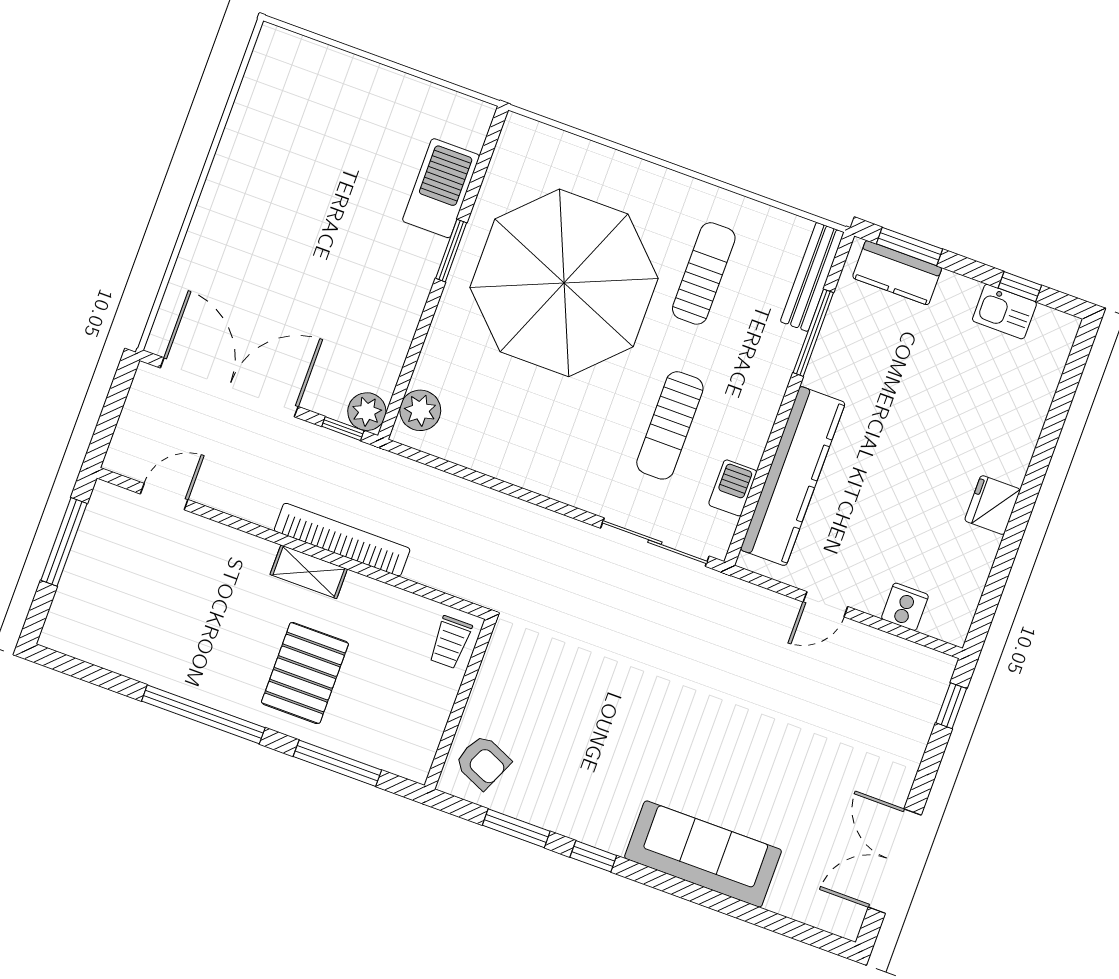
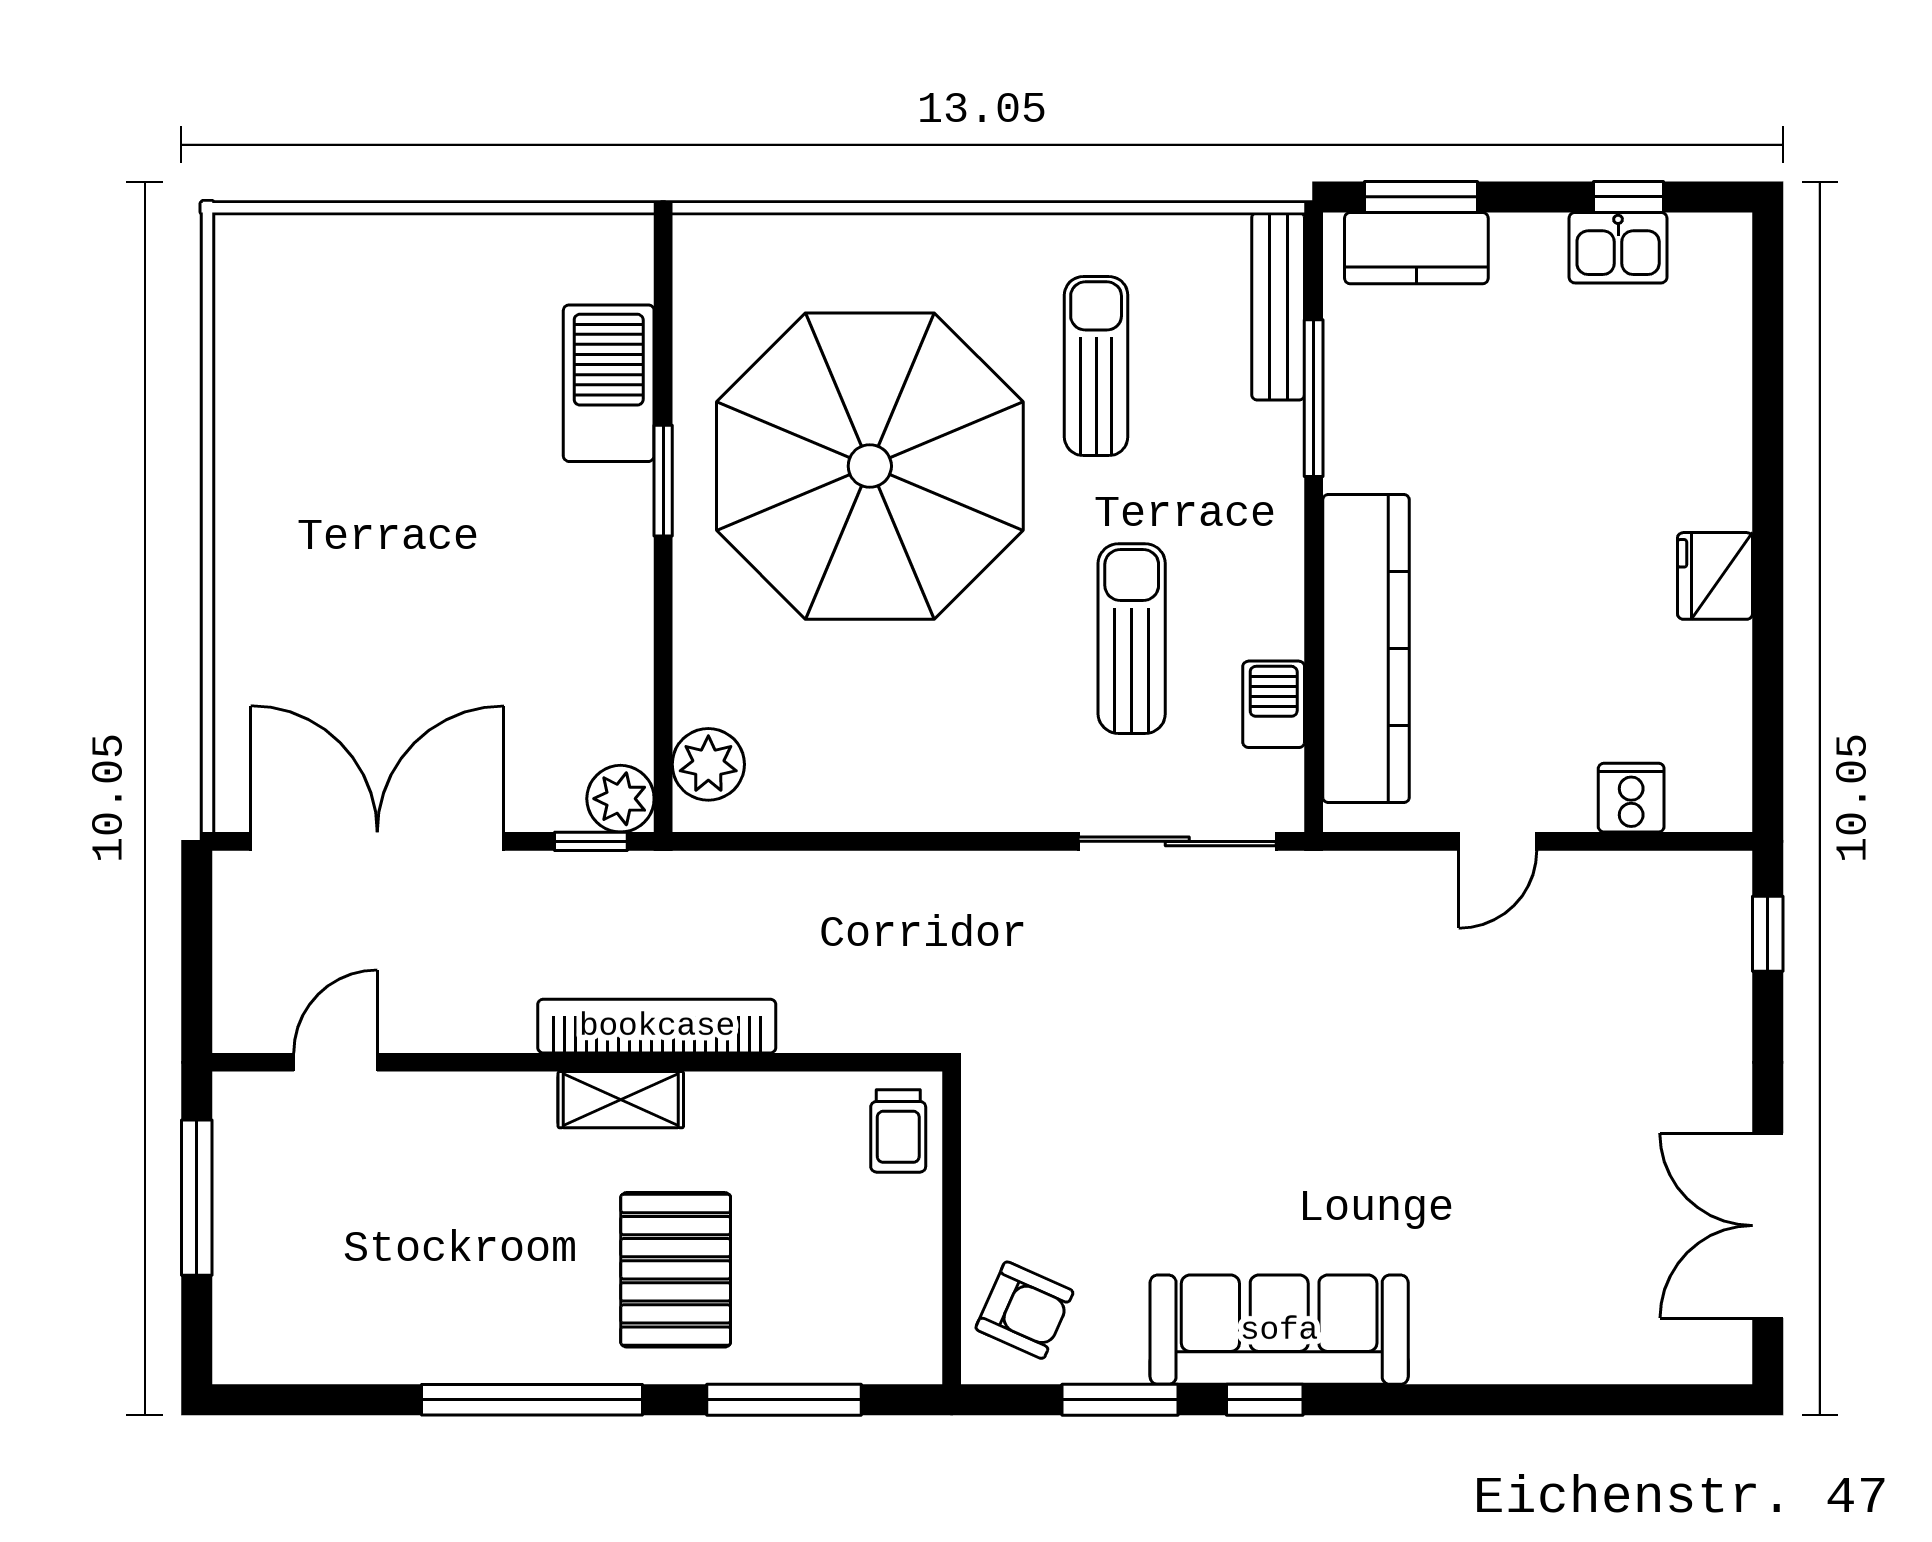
sun lounger: (670, 425) -> (1132, 639), turned 180
sofa: (703, 854) -> (1279, 1330), moved

